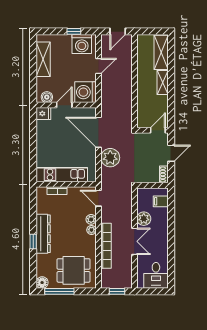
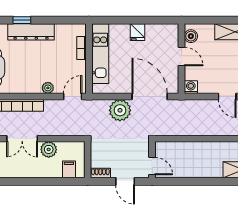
shelving: (163, 83) -> (208, 171), removed
washing machine: (86, 92) -> (191, 87), width x0.53, depth x0.53
fridge: (43, 114) -> (138, 32), moved
door: (99, 132) -> (150, 97), hinge flipped
plant: (91, 230) -> (35, 88), removed

